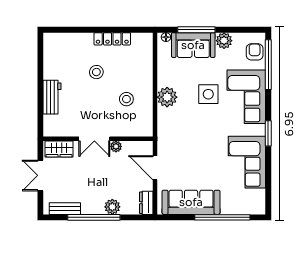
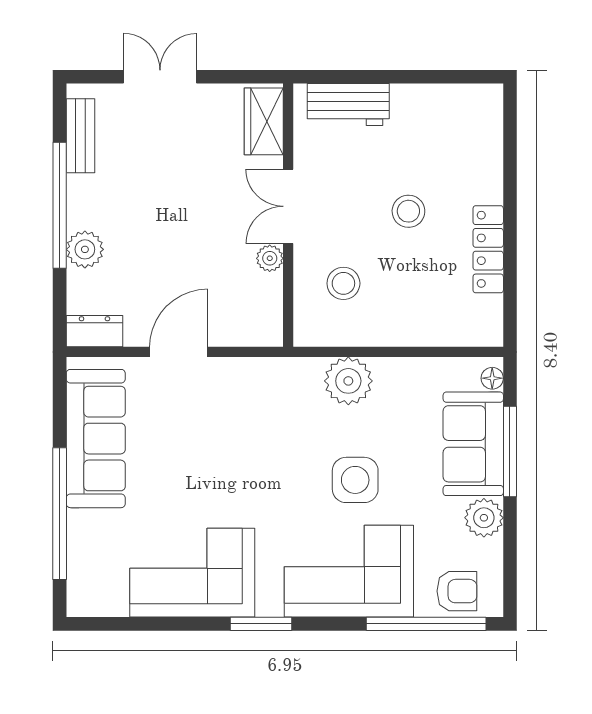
double door: (94, 139) -> (288, 206), moved
wall: (98, 139) -> (288, 215), moved
plant: (116, 146) -> (270, 258), moved
wardrobe: (59, 149) -> (264, 121), moved

